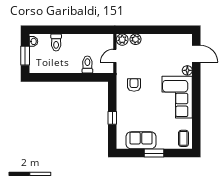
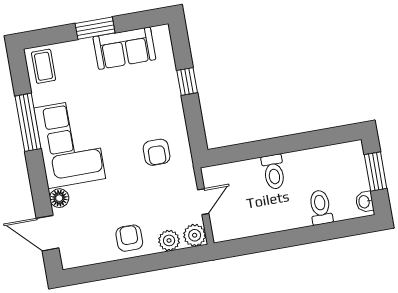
armchair: (155, 44) -> (129, 238), added
toilet: (87, 65) -> (274, 172), moved
window: (196, 111) -> (28, 122), added

